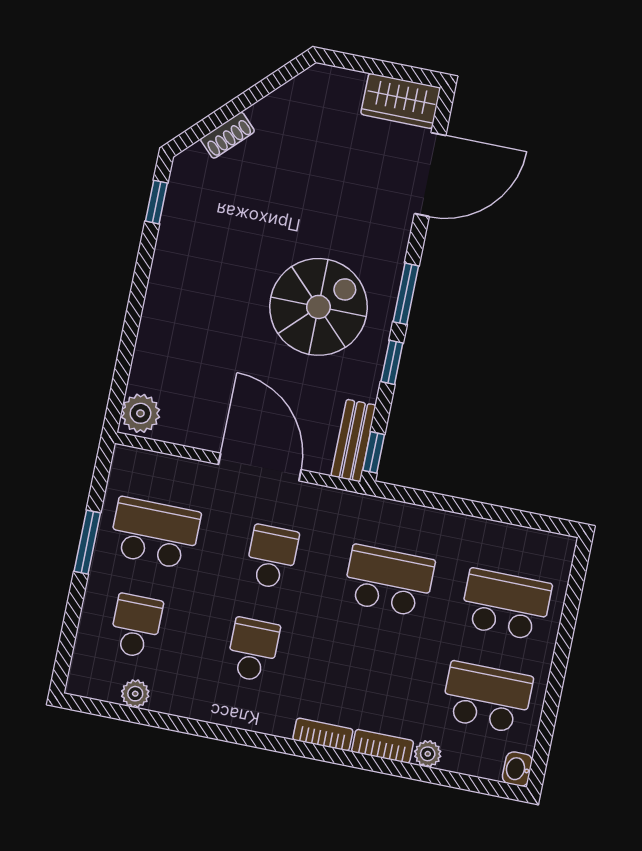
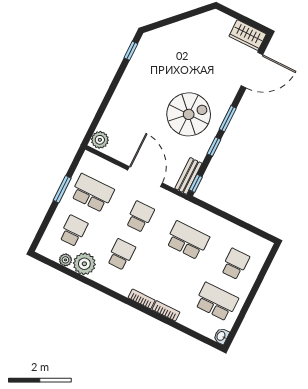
shoe rack: (227, 135) -> (169, 30), removed
school desk: (506, 605) -> (235, 264), width x0.54
plant: (428, 754) -> (84, 264), moved, width x1.88, depth x1.88

